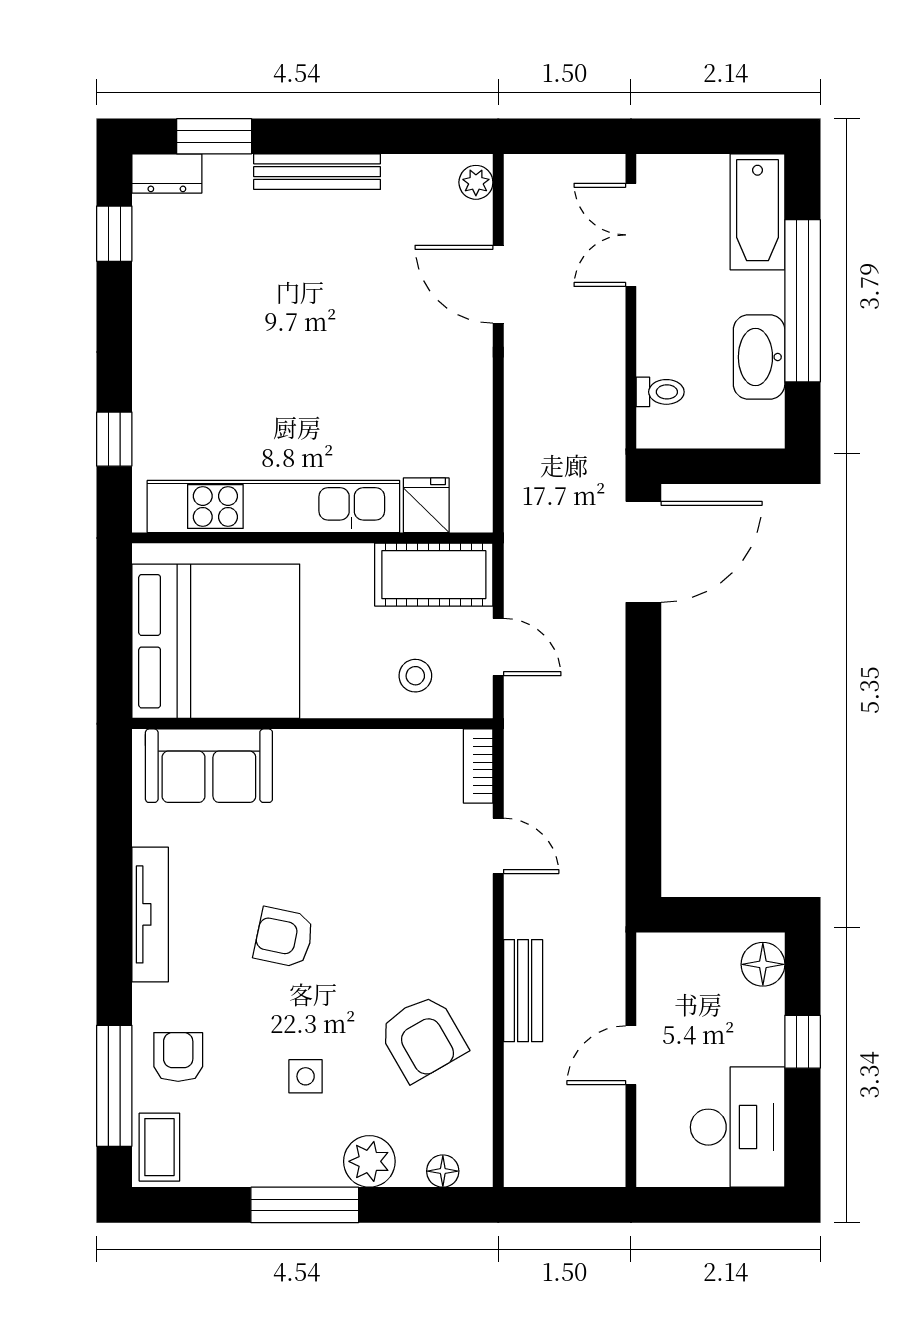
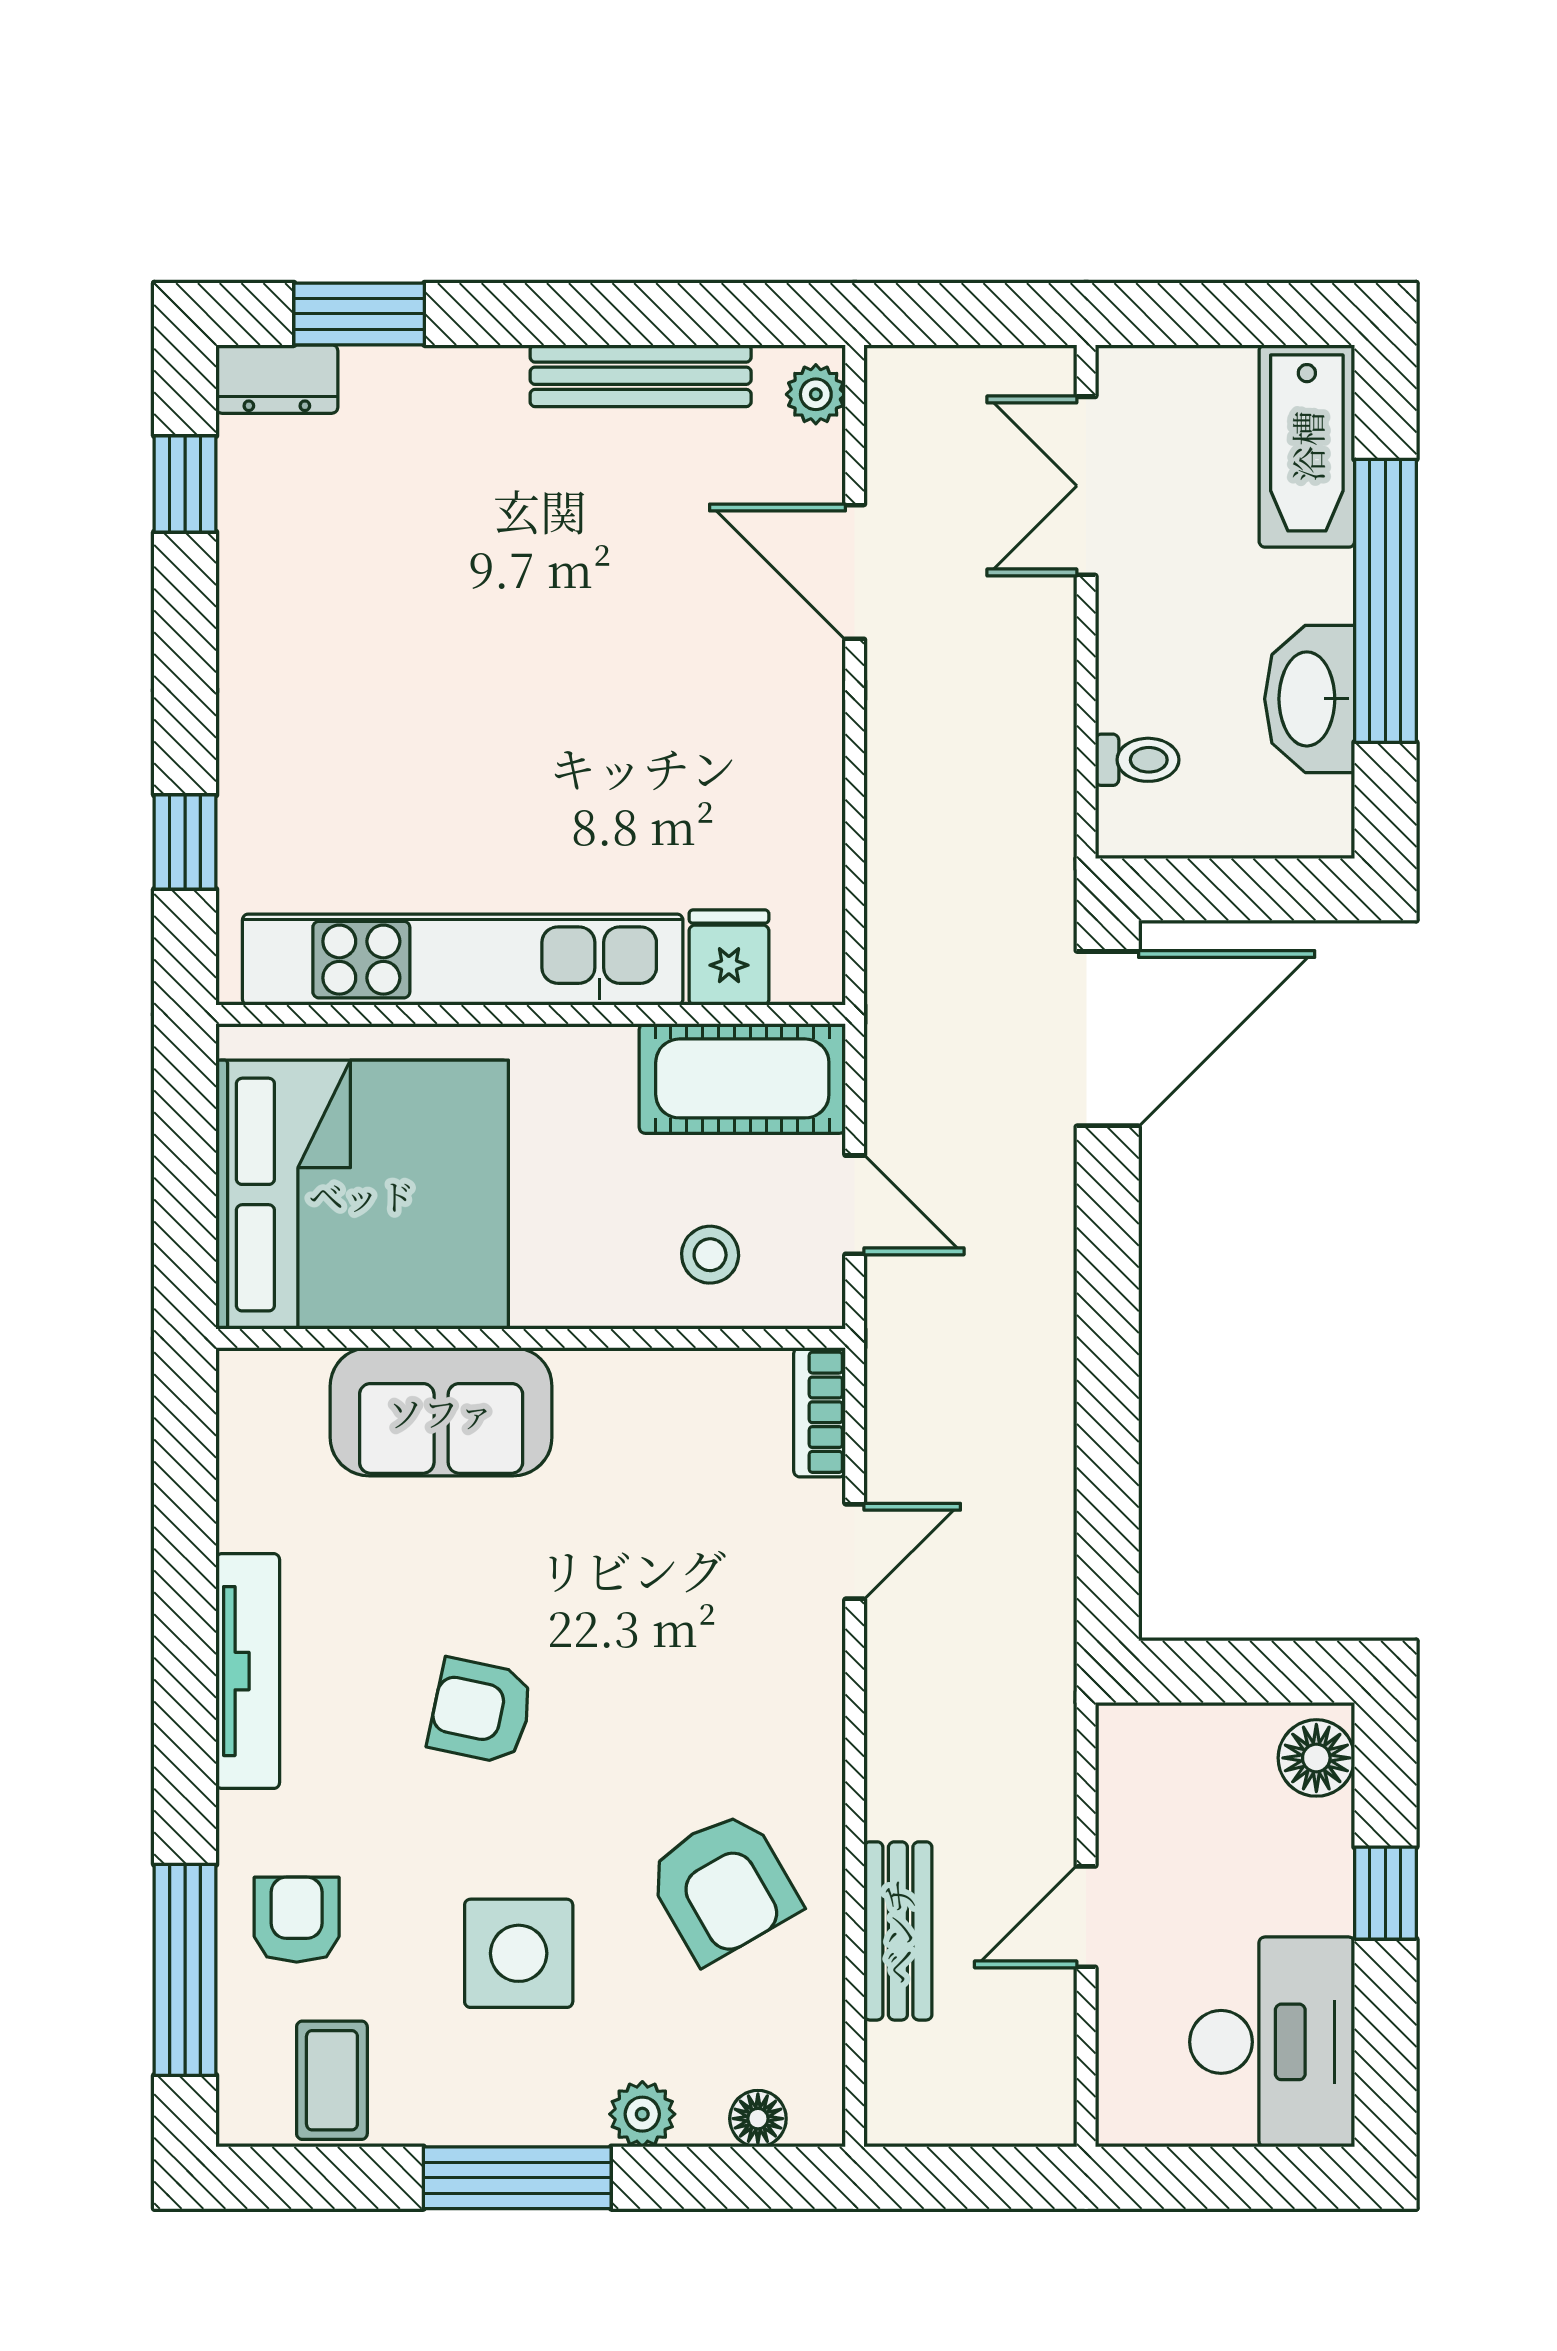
bench: (317, 172) -> (641, 376), moved
sofa: (209, 766) -> (441, 1412), moved
door: (498, 846) -> (855, 1552), hinge flipped
bench: (523, 991) -> (898, 1931), moved
side table: (306, 1076) -> (519, 1953), width x1.87, depth x1.87
coffee table: (159, 1147) -> (332, 2080), moved
plant: (369, 1161) -> (642, 2114), width x0.73, depth x0.73

